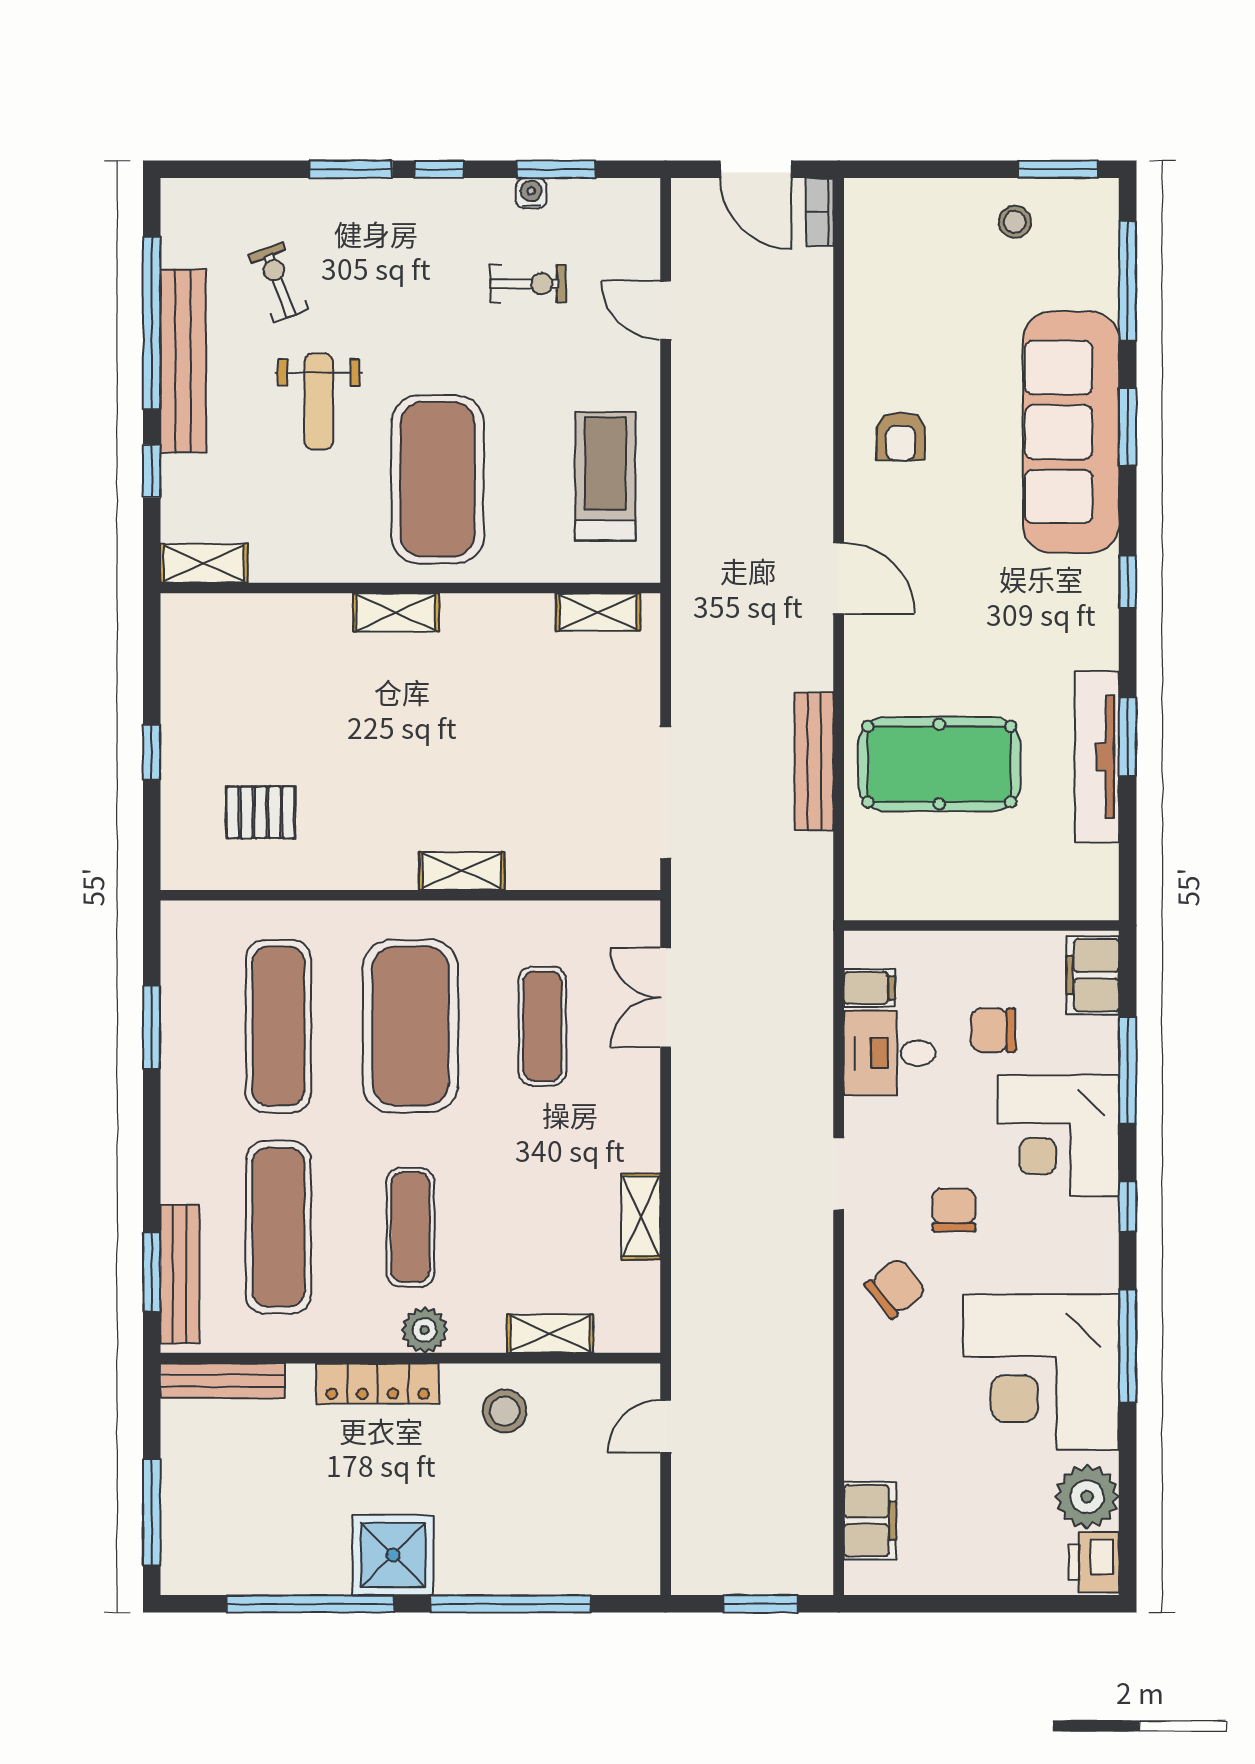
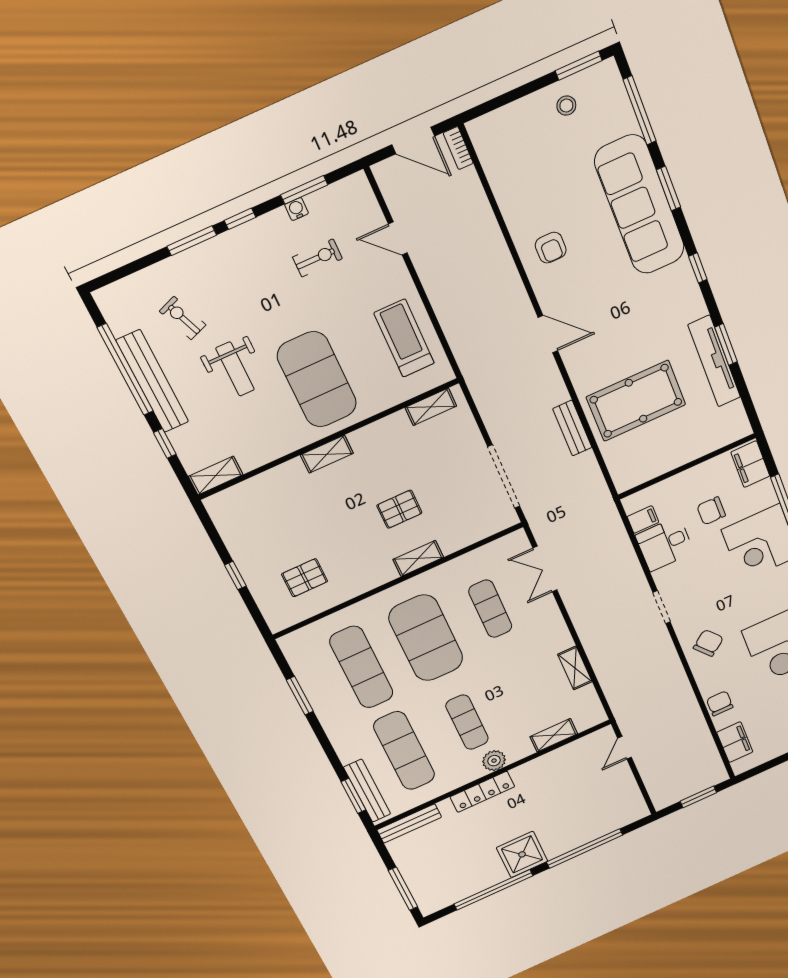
bench: (814, 761) -> (572, 428), width x0.73
pallet: (470, 766) -> (399, 509), added
chair: (954, 1210) -> (720, 703), moved
stool: (505, 1411) -> (547, 776), removed

